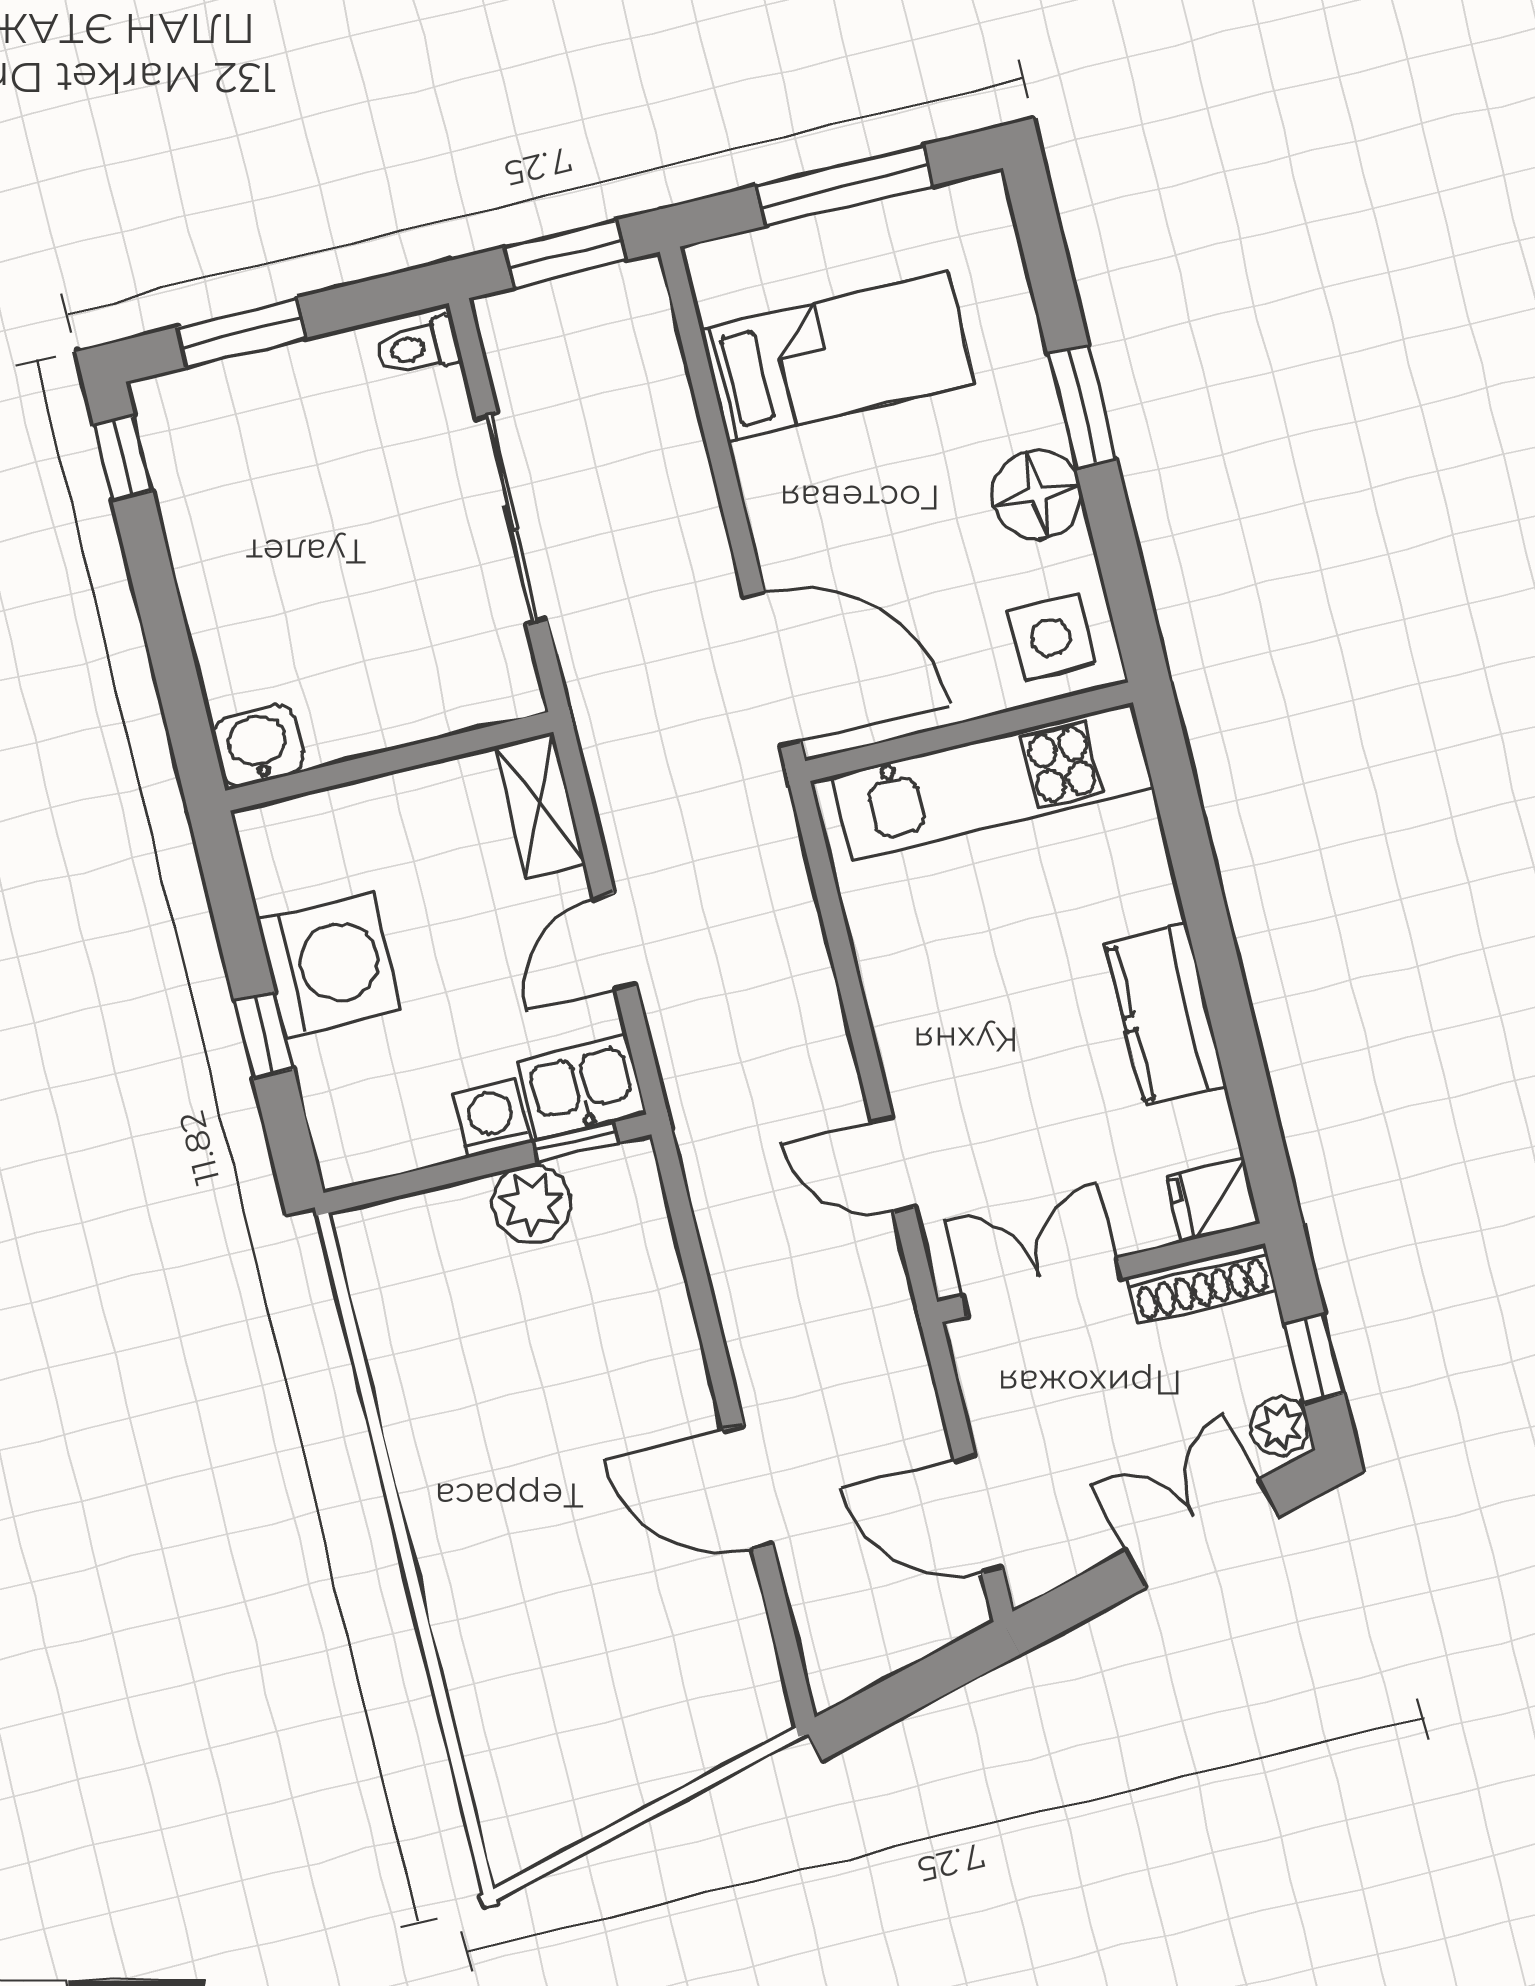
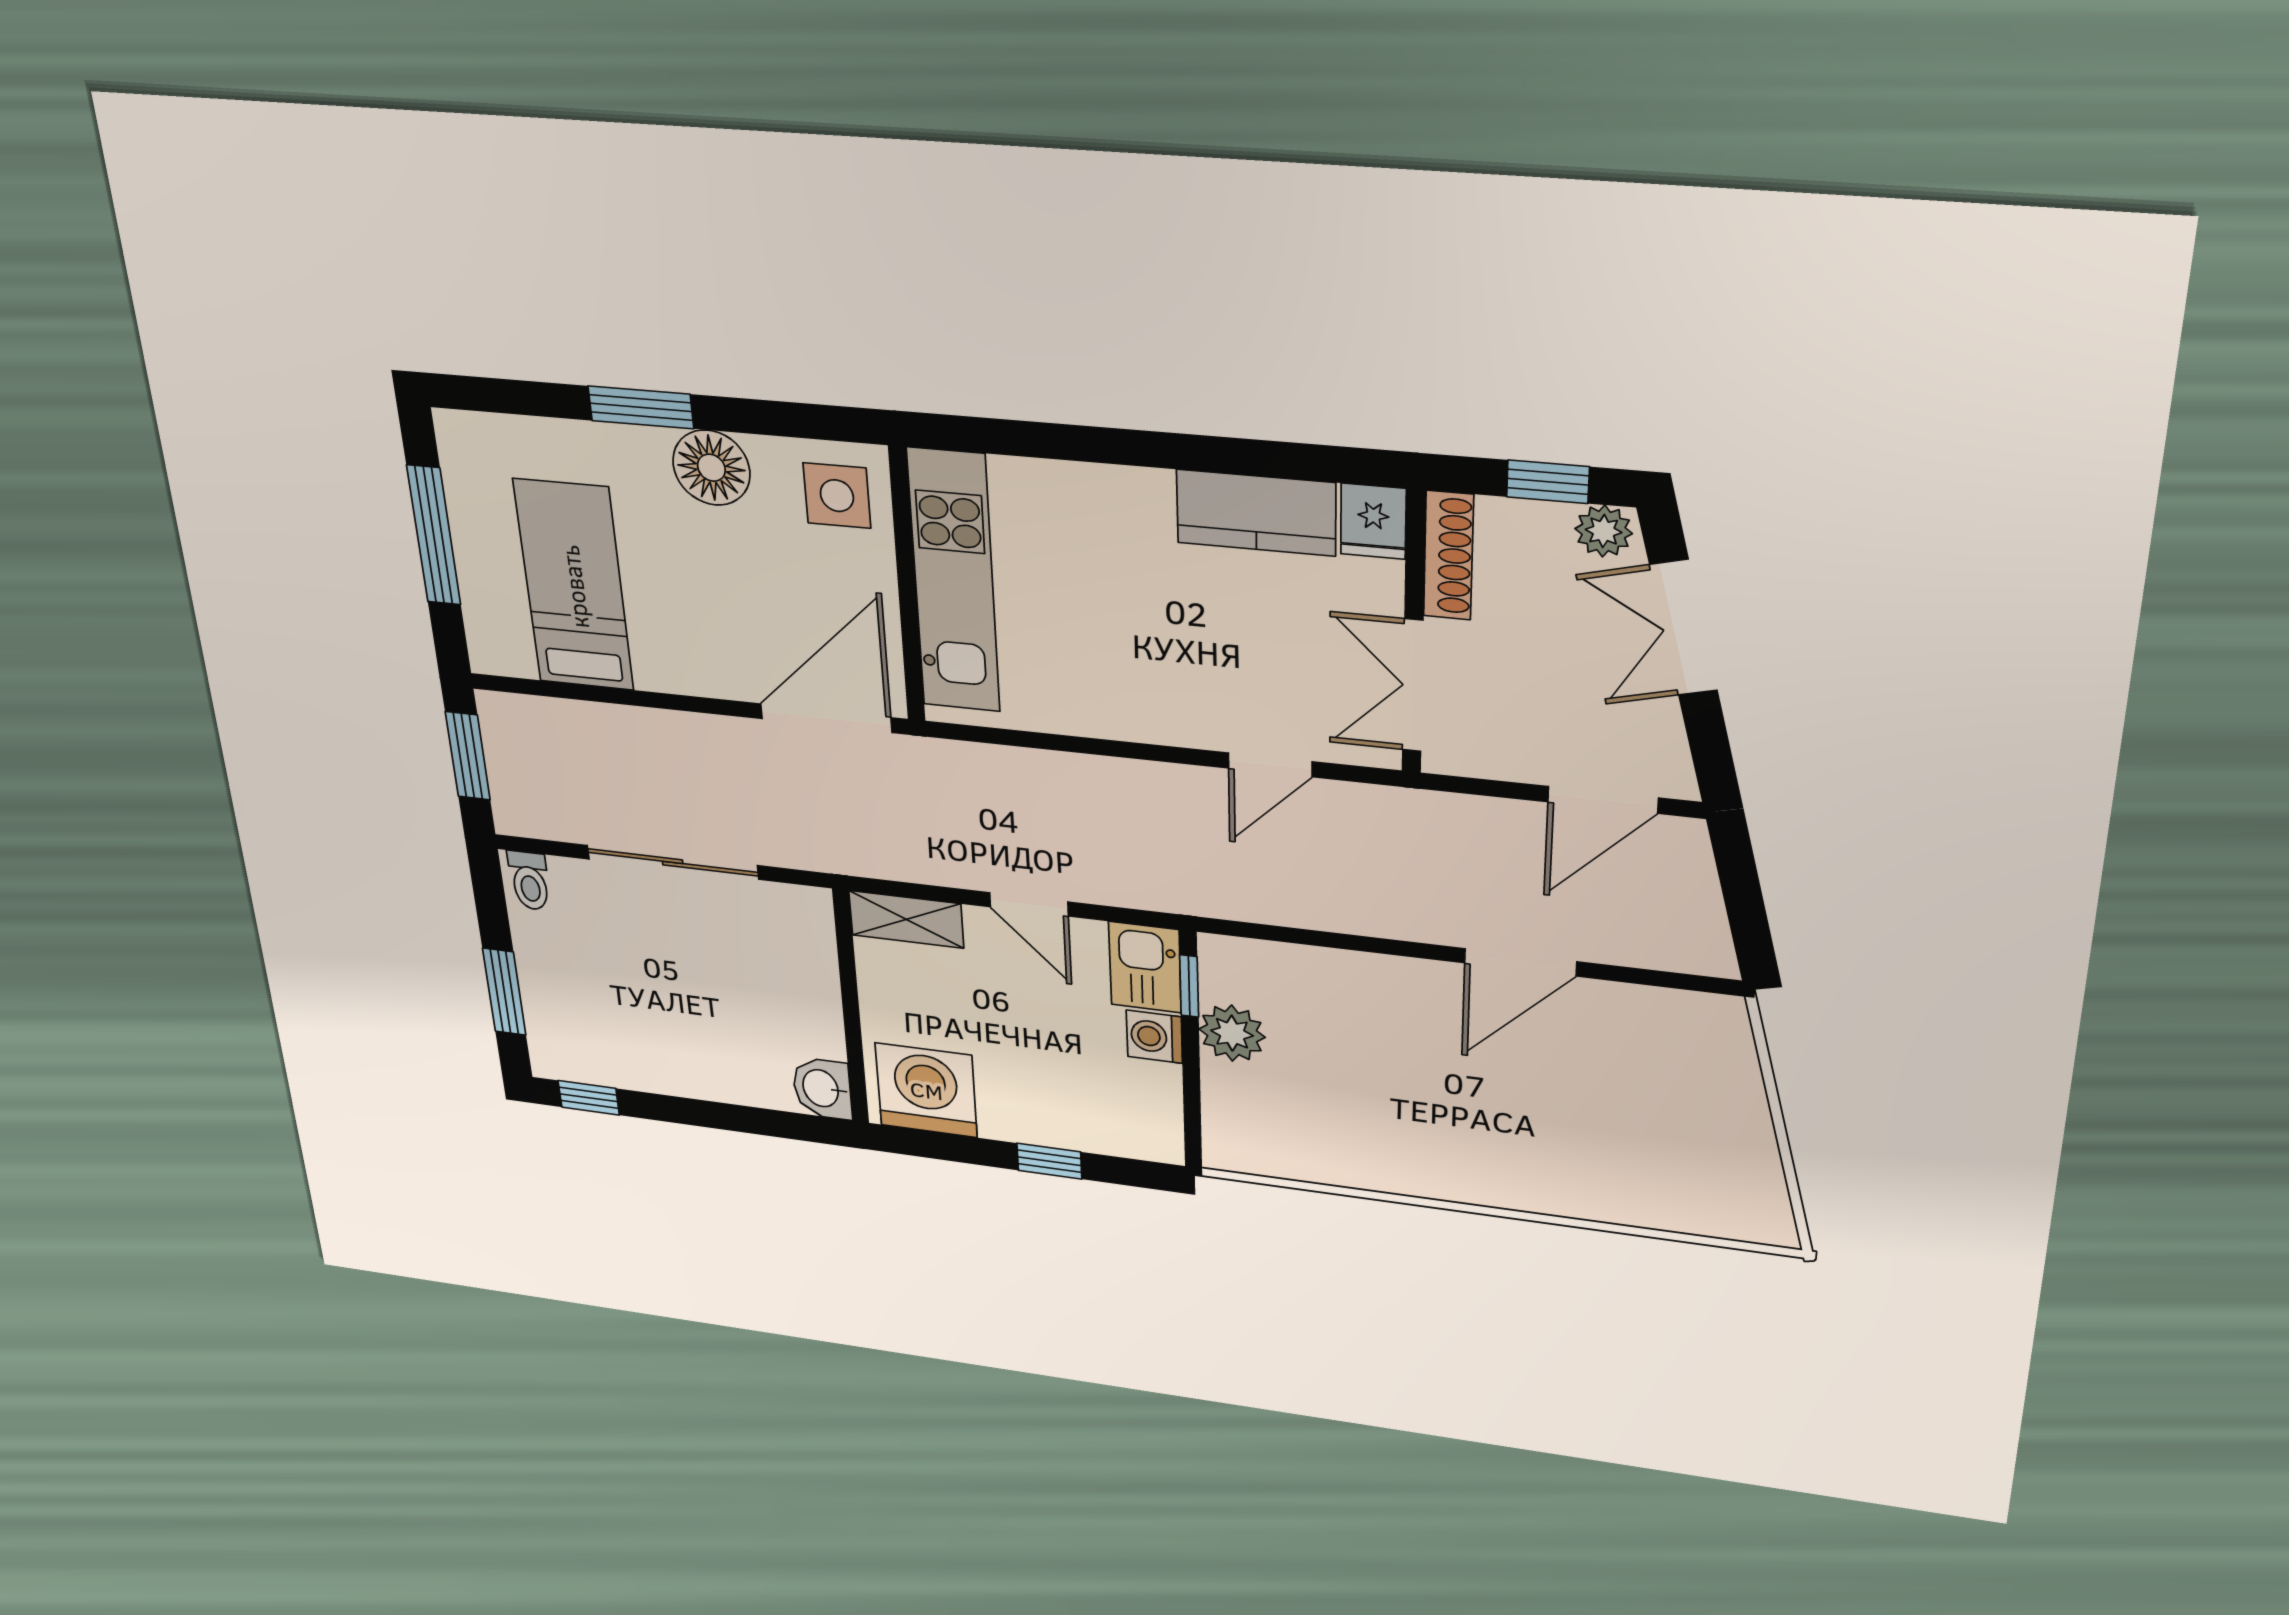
washing machine: (330, 965) -> (926, 1090), moved
kitchen counter: (1166, 1015) -> (1256, 513), moved

